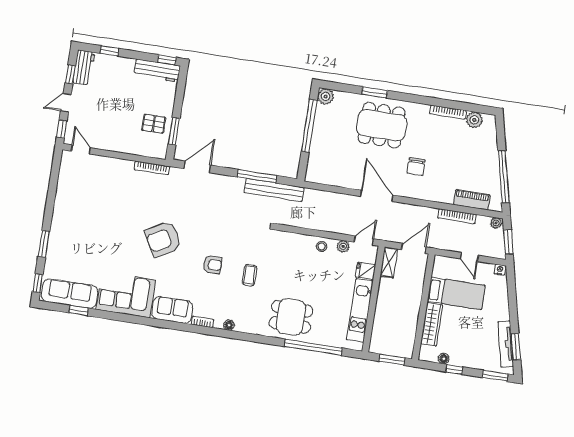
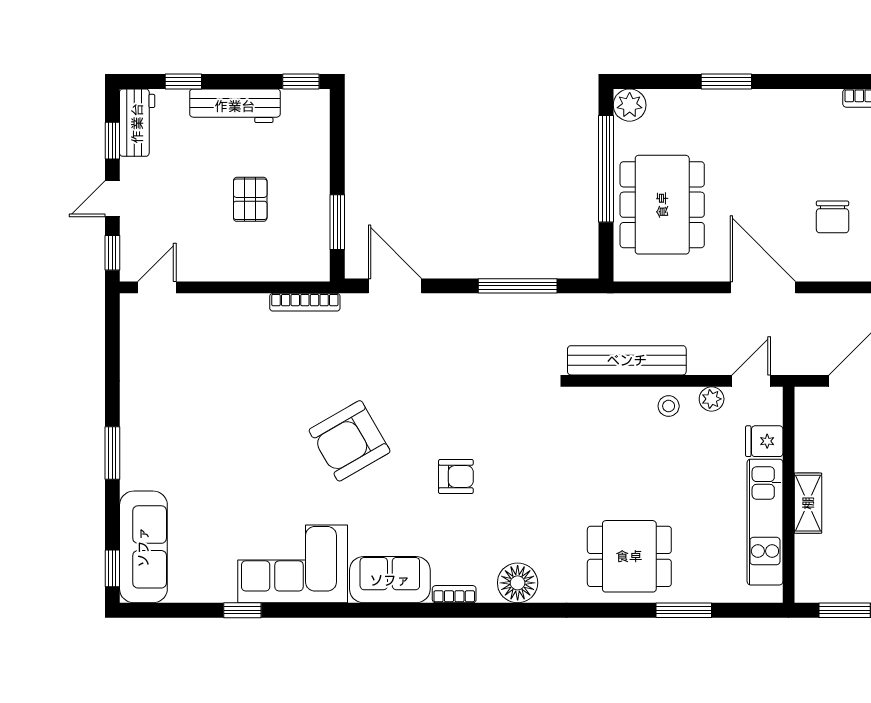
workbench: (157, 70) -> (235, 106), moved
pallet: (154, 124) -> (250, 199), moved, turned 90
dining table: (382, 125) -> (662, 205), moved, turned 90
door: (81, 149) -> (157, 287), hinge flipped
door: (197, 167) -> (395, 286), hinge flipped
bench: (274, 190) -> (627, 360), moved
window: (44, 244) -> (112, 453), moved
shelving: (389, 262) -> (808, 503), moved
coffee table: (250, 275) -> (534, 486), removed
sofa: (70, 294) -> (143, 547), moved, turned 90
window: (79, 311) -> (242, 610), moved
floor lamp: (229, 325) -> (518, 583), width x1.89, depth x1.89
window: (313, 347) -> (684, 610), width x0.47

